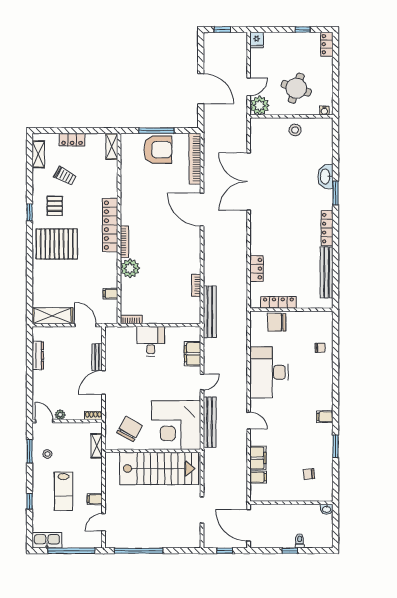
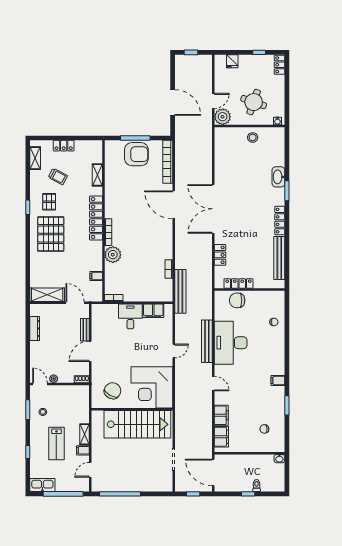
fridge: (257, 40) -> (232, 61), moved
shelving: (112, 146) -> (97, 175), moved
double door: (249, 182) -> (213, 209), moved
pallet: (57, 244) -> (51, 234), turned 90
filing cabinet: (193, 354) -> (153, 311), moved, turned -90
bench: (210, 422) -> (207, 341), moved
shelving: (97, 446) -> (85, 434), moved
filing cabinet: (258, 477) -> (221, 437), width x2.00

